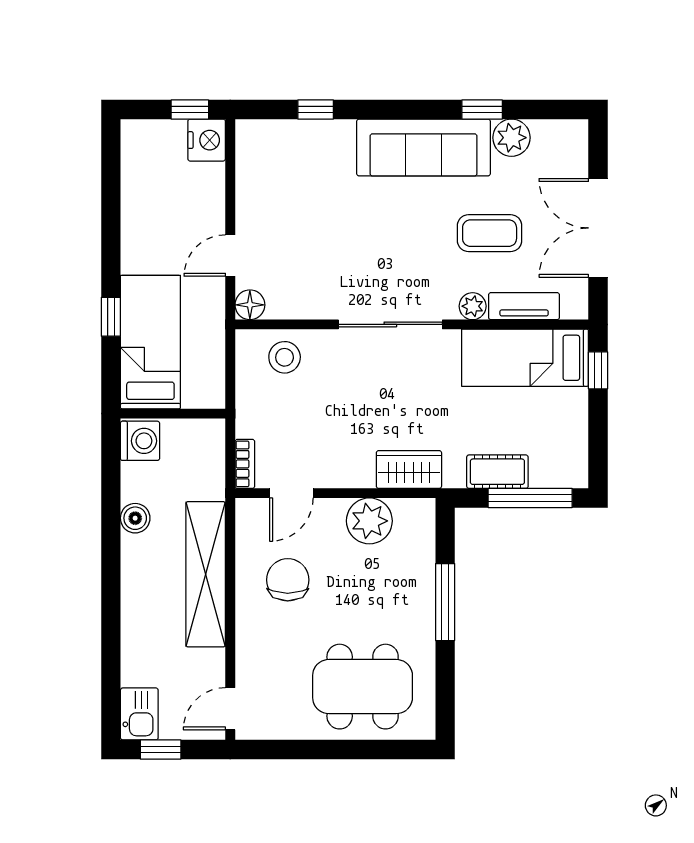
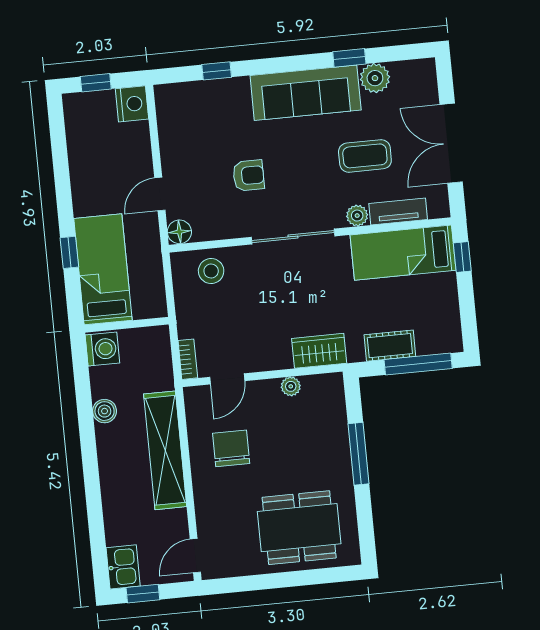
window: (190, 110) -> (96, 83), moved
armchair: (343, 243) -> (248, 176), added
plant: (369, 521) -> (291, 386), width x0.53, depth x0.53

